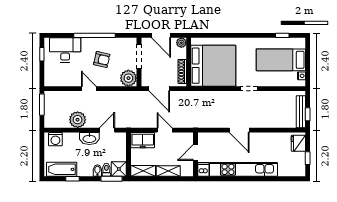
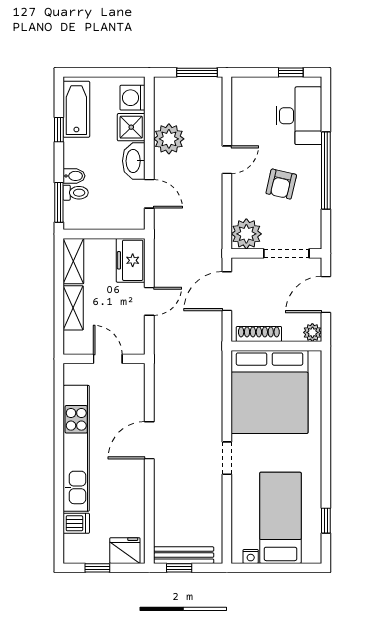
shower: (119, 169) -> (131, 127), moved
dishwasher: (203, 169) -> (76, 523), moved

